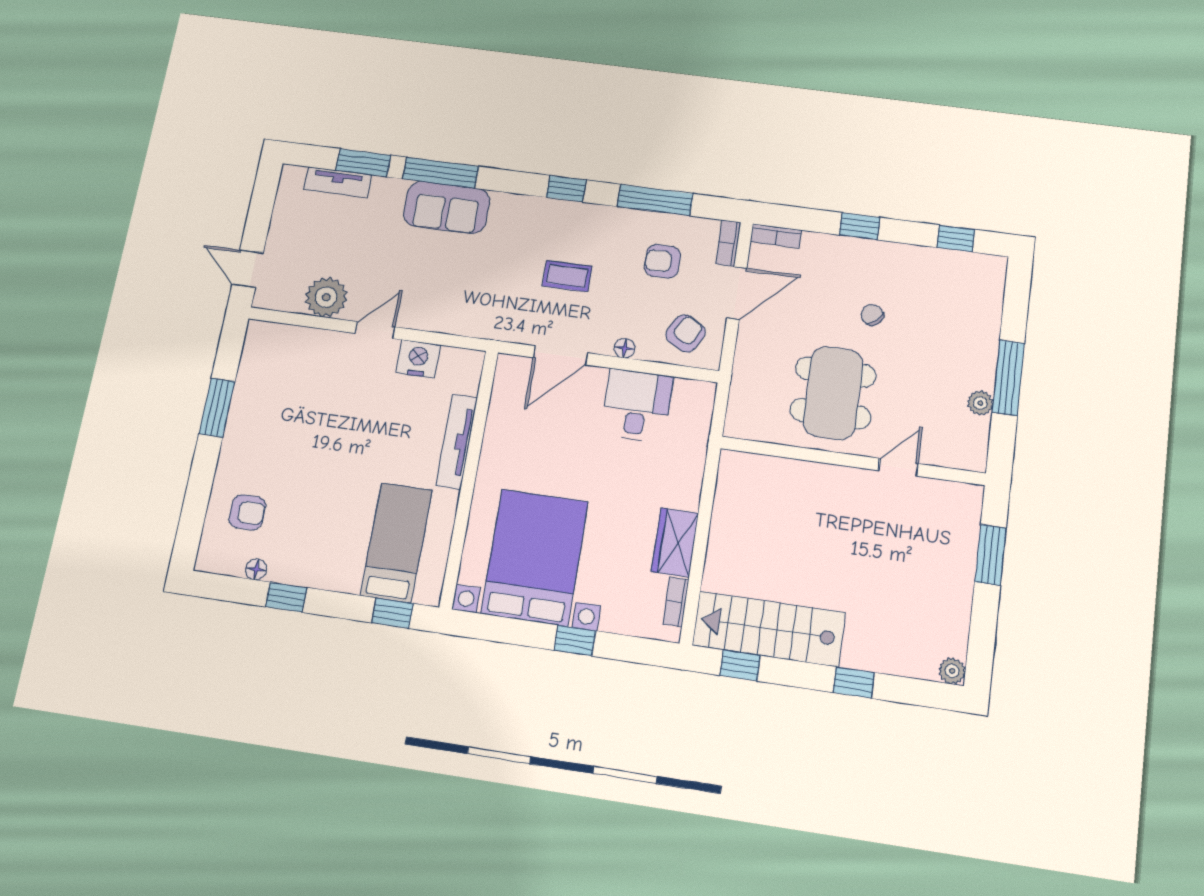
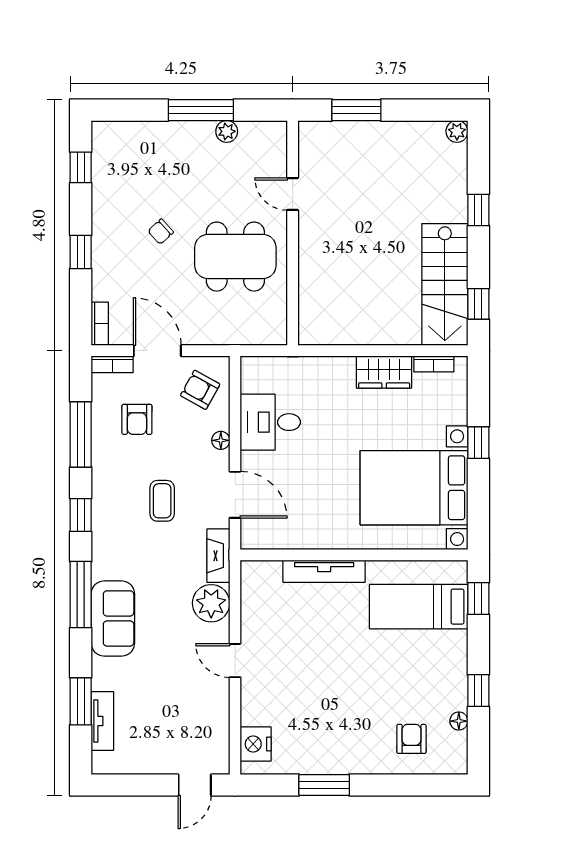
window: (441, 173) -> (81, 595), moved
plant: (326, 297) -> (211, 603), moved
fireplace: (495, 328) -> (218, 556), added
nightstand: (418, 359) -> (256, 744), moved

